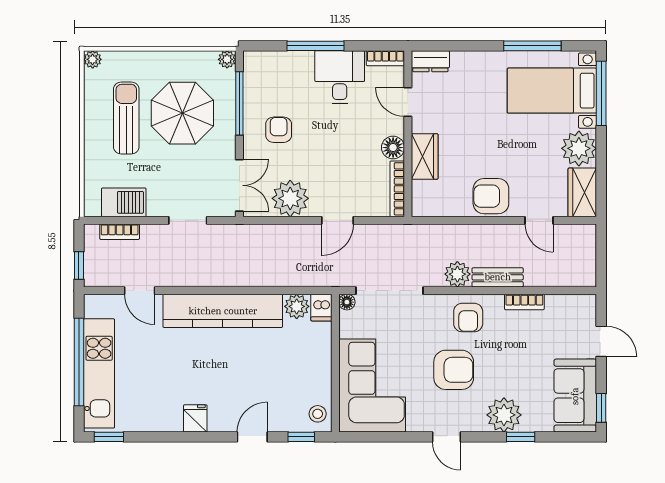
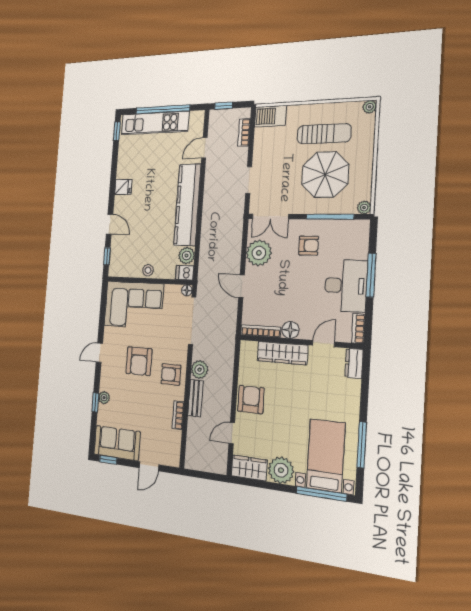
desk: (340, 77) -> (346, 286), width x1.37
wardrobe: (425, 156) -> (282, 353), width x1.50
barbecue: (124, 202) -> (270, 116), moved, turned 90
stool: (318, 414) -> (148, 270), moved
plant: (504, 415) -> (104, 398), width x0.53, depth x0.53

